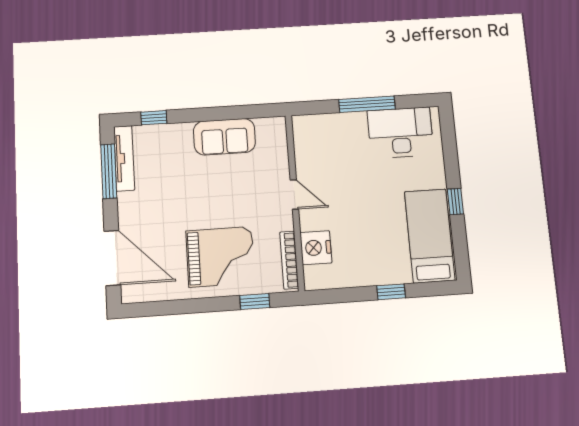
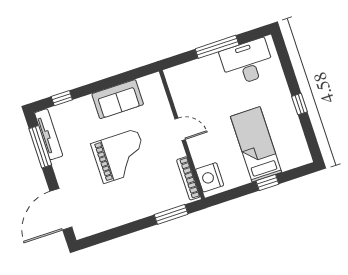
bed: (430, 236) -> (256, 144), moved
nightstand: (316, 248) -> (210, 177), moved
grand piano: (220, 257) -> (120, 156), moved
door: (112, 258) -> (61, 209), swing flipped
window: (255, 302) -> (171, 214), width x1.50

